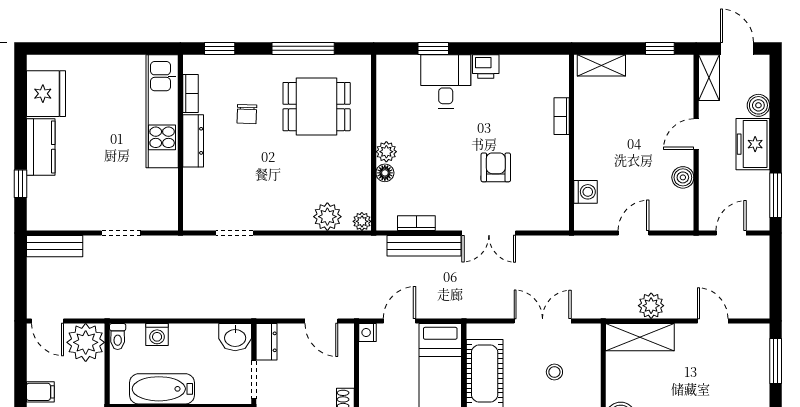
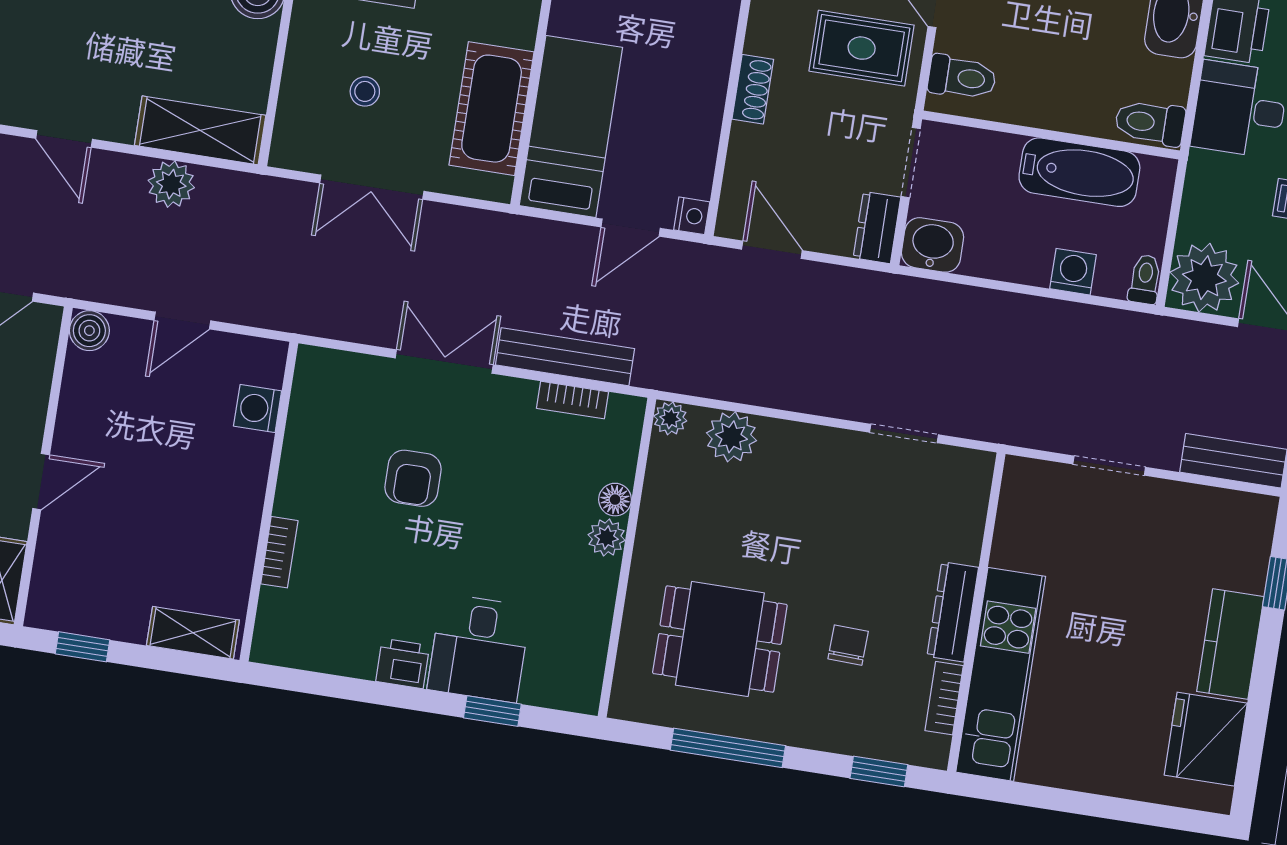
boiler: (683, 177) -> (89, 331), moved

